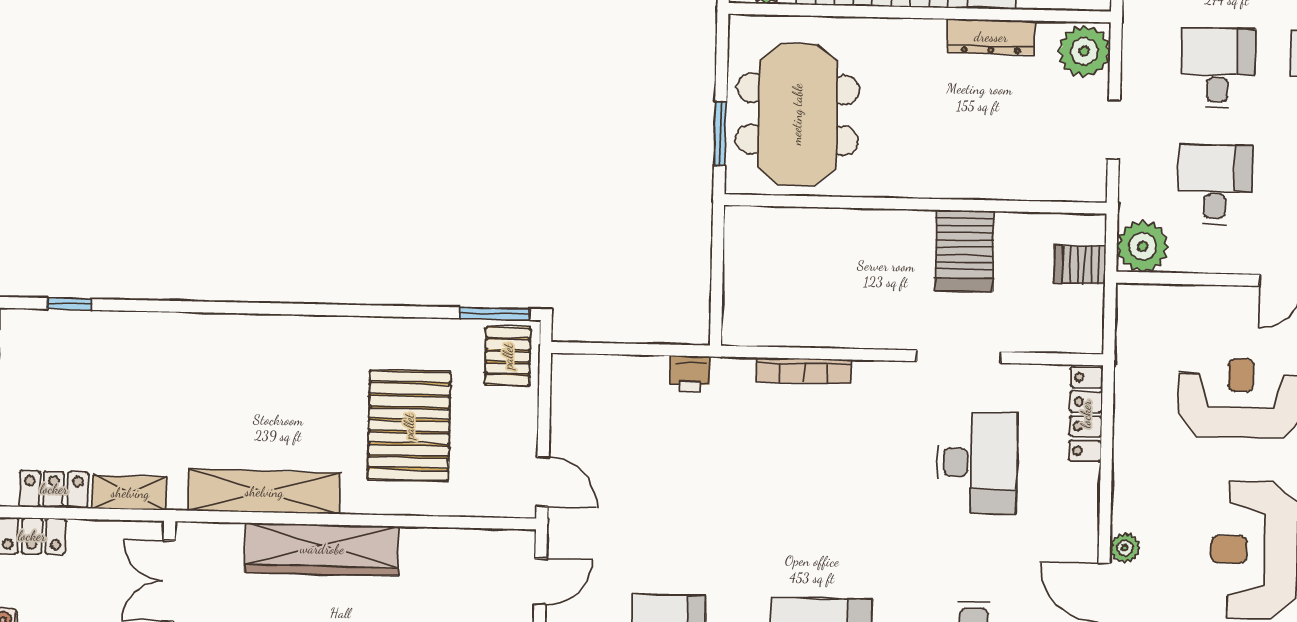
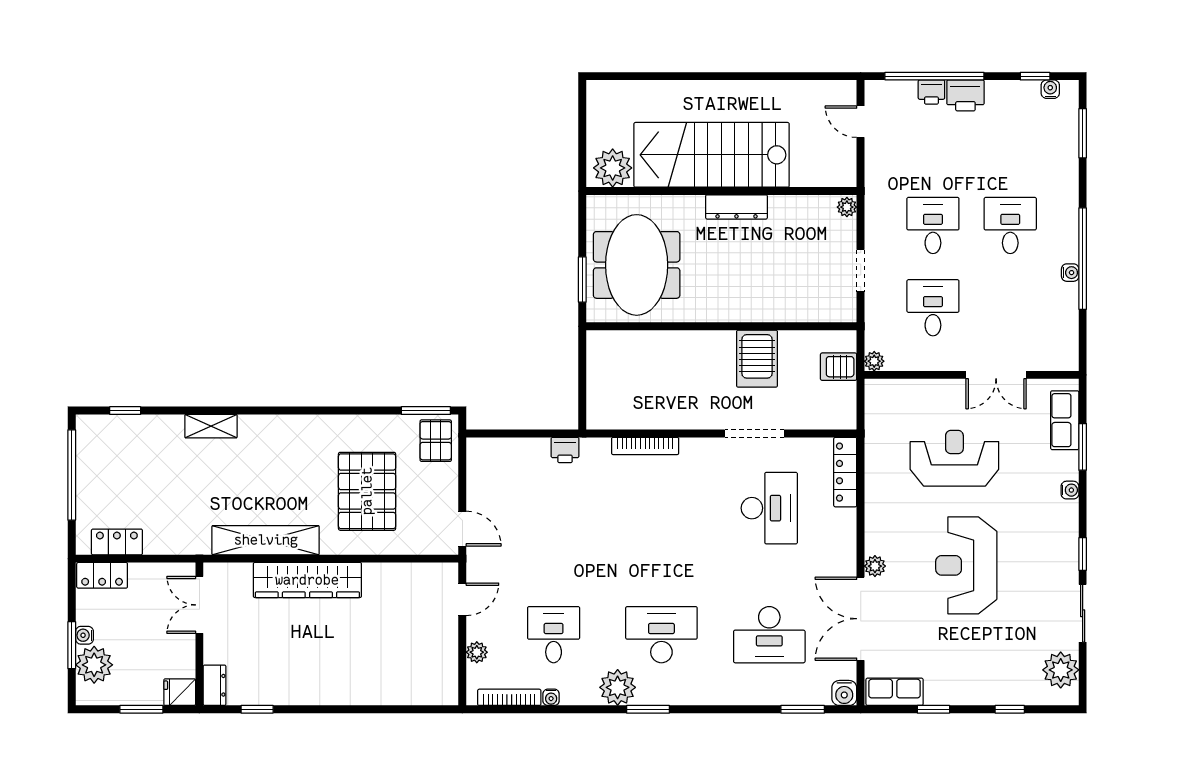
dresser: (991, 37) -> (736, 207), moved
plant: (1084, 51) -> (847, 207), width x0.53, depth x0.53
plant: (1143, 246) -> (874, 361), width x0.53, depth x0.53
shelving: (130, 493) -> (211, 426), moved

